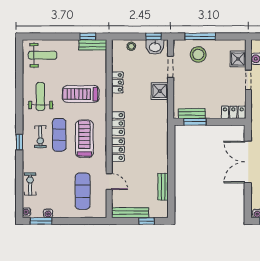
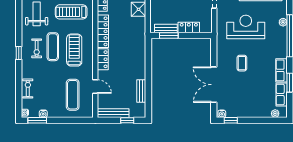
locker: (233, 112) -> (189, 27), moved
locker: (118, 123) -> (103, 31), width x1.53
double door: (248, 162) -> (214, 85), moved

